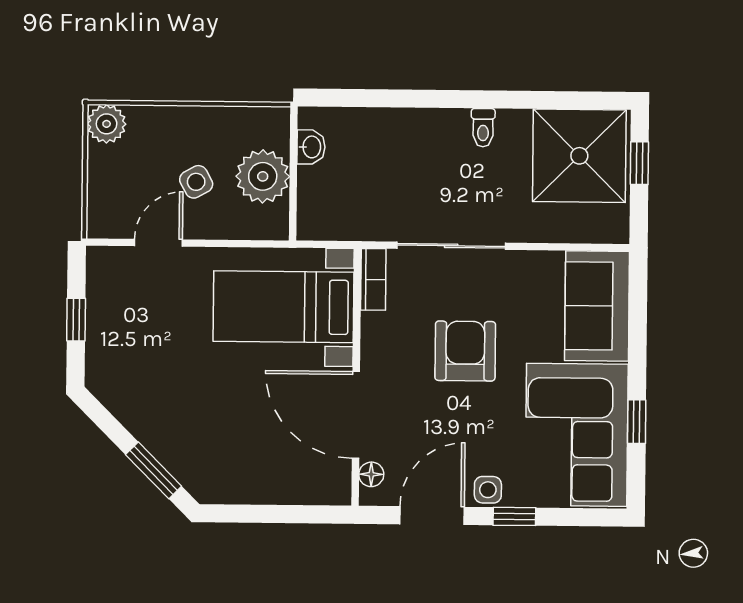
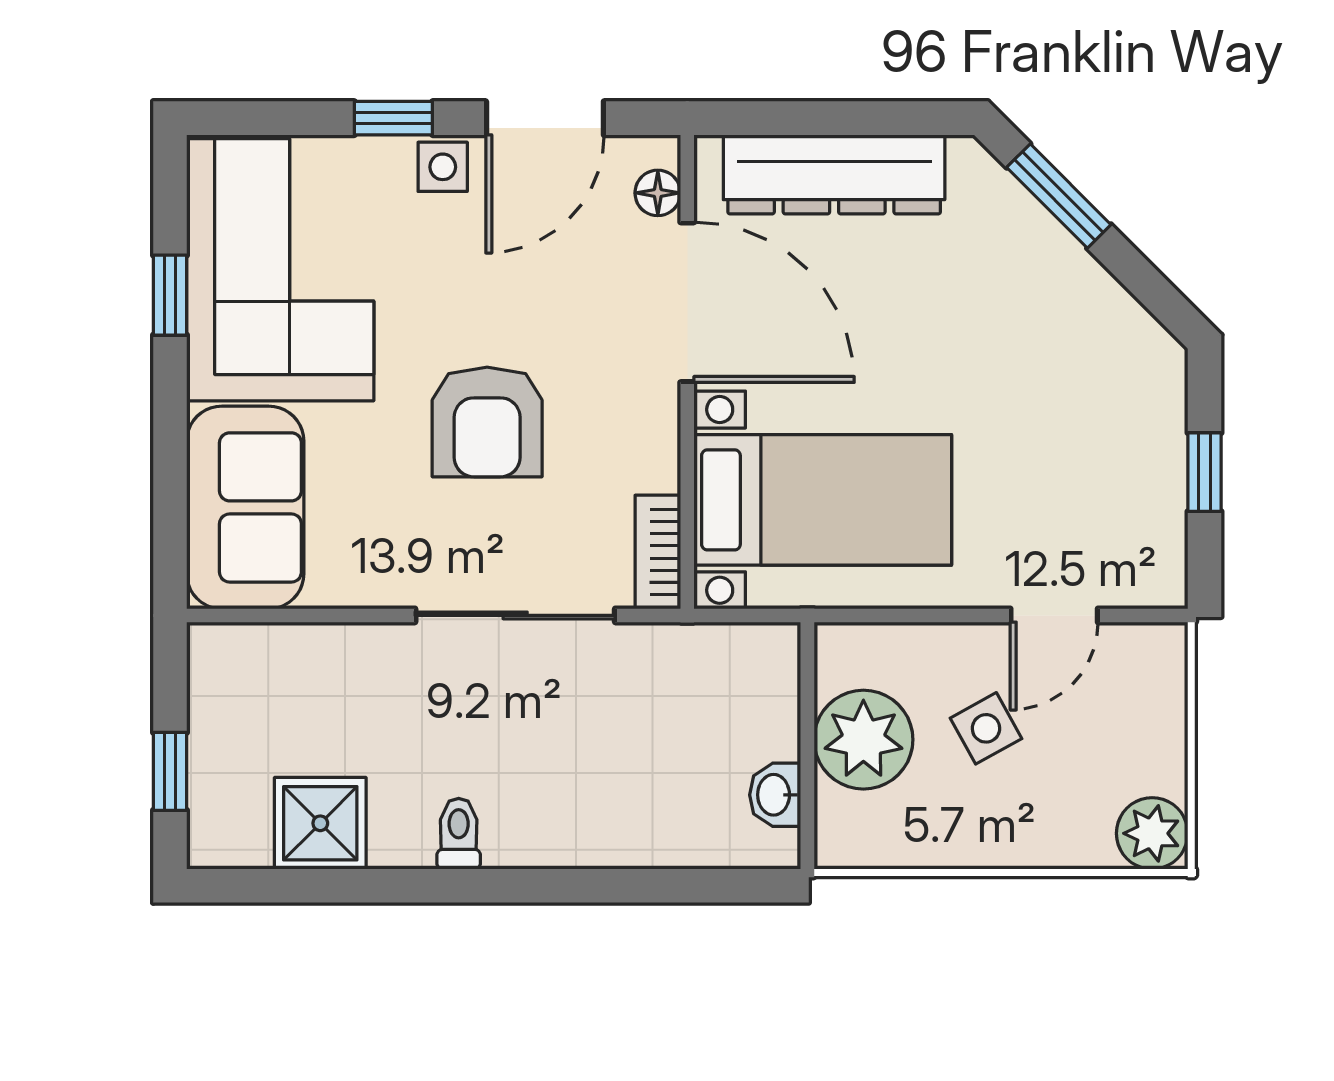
shower: (579, 156) -> (320, 823), width x0.54, depth x0.54
dresser: (275, 483) -> (834, 174), added

